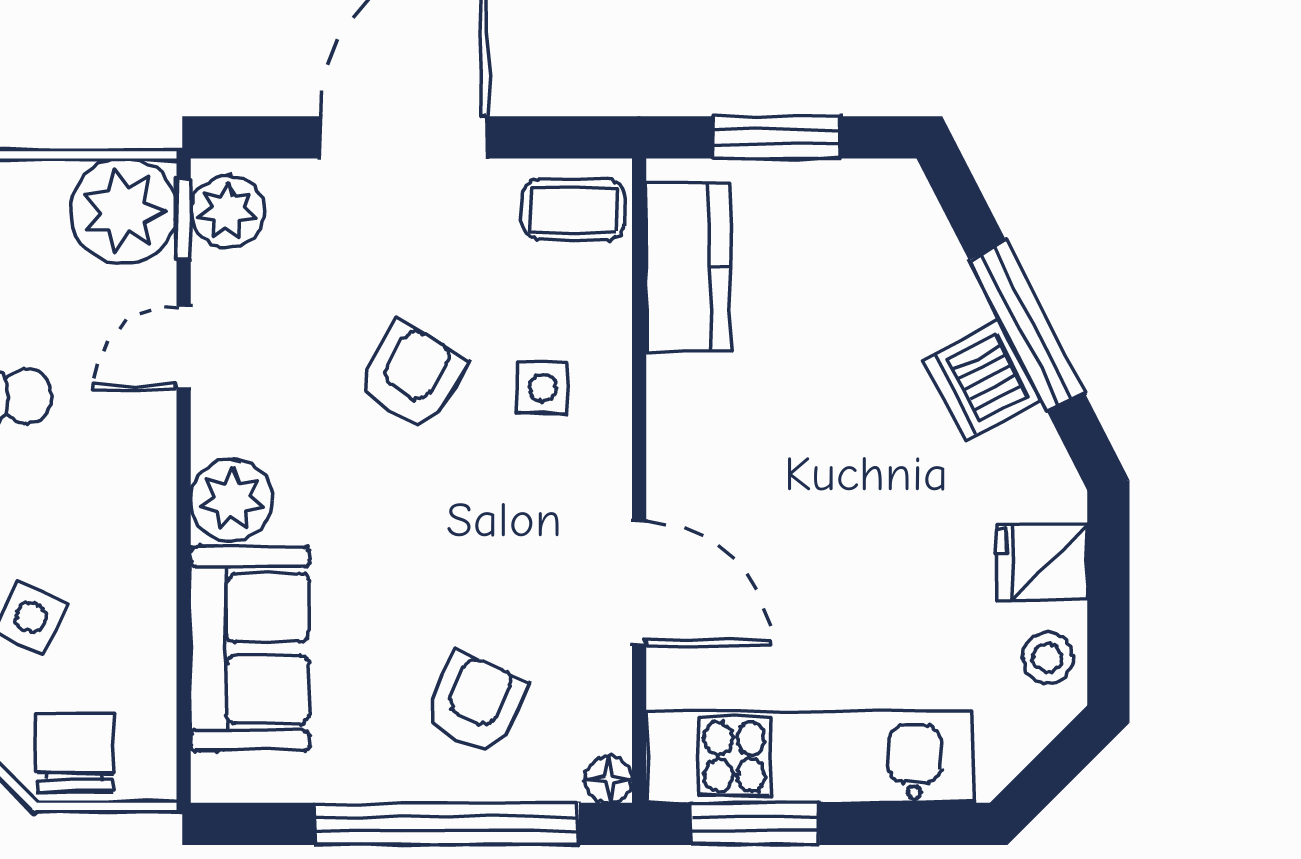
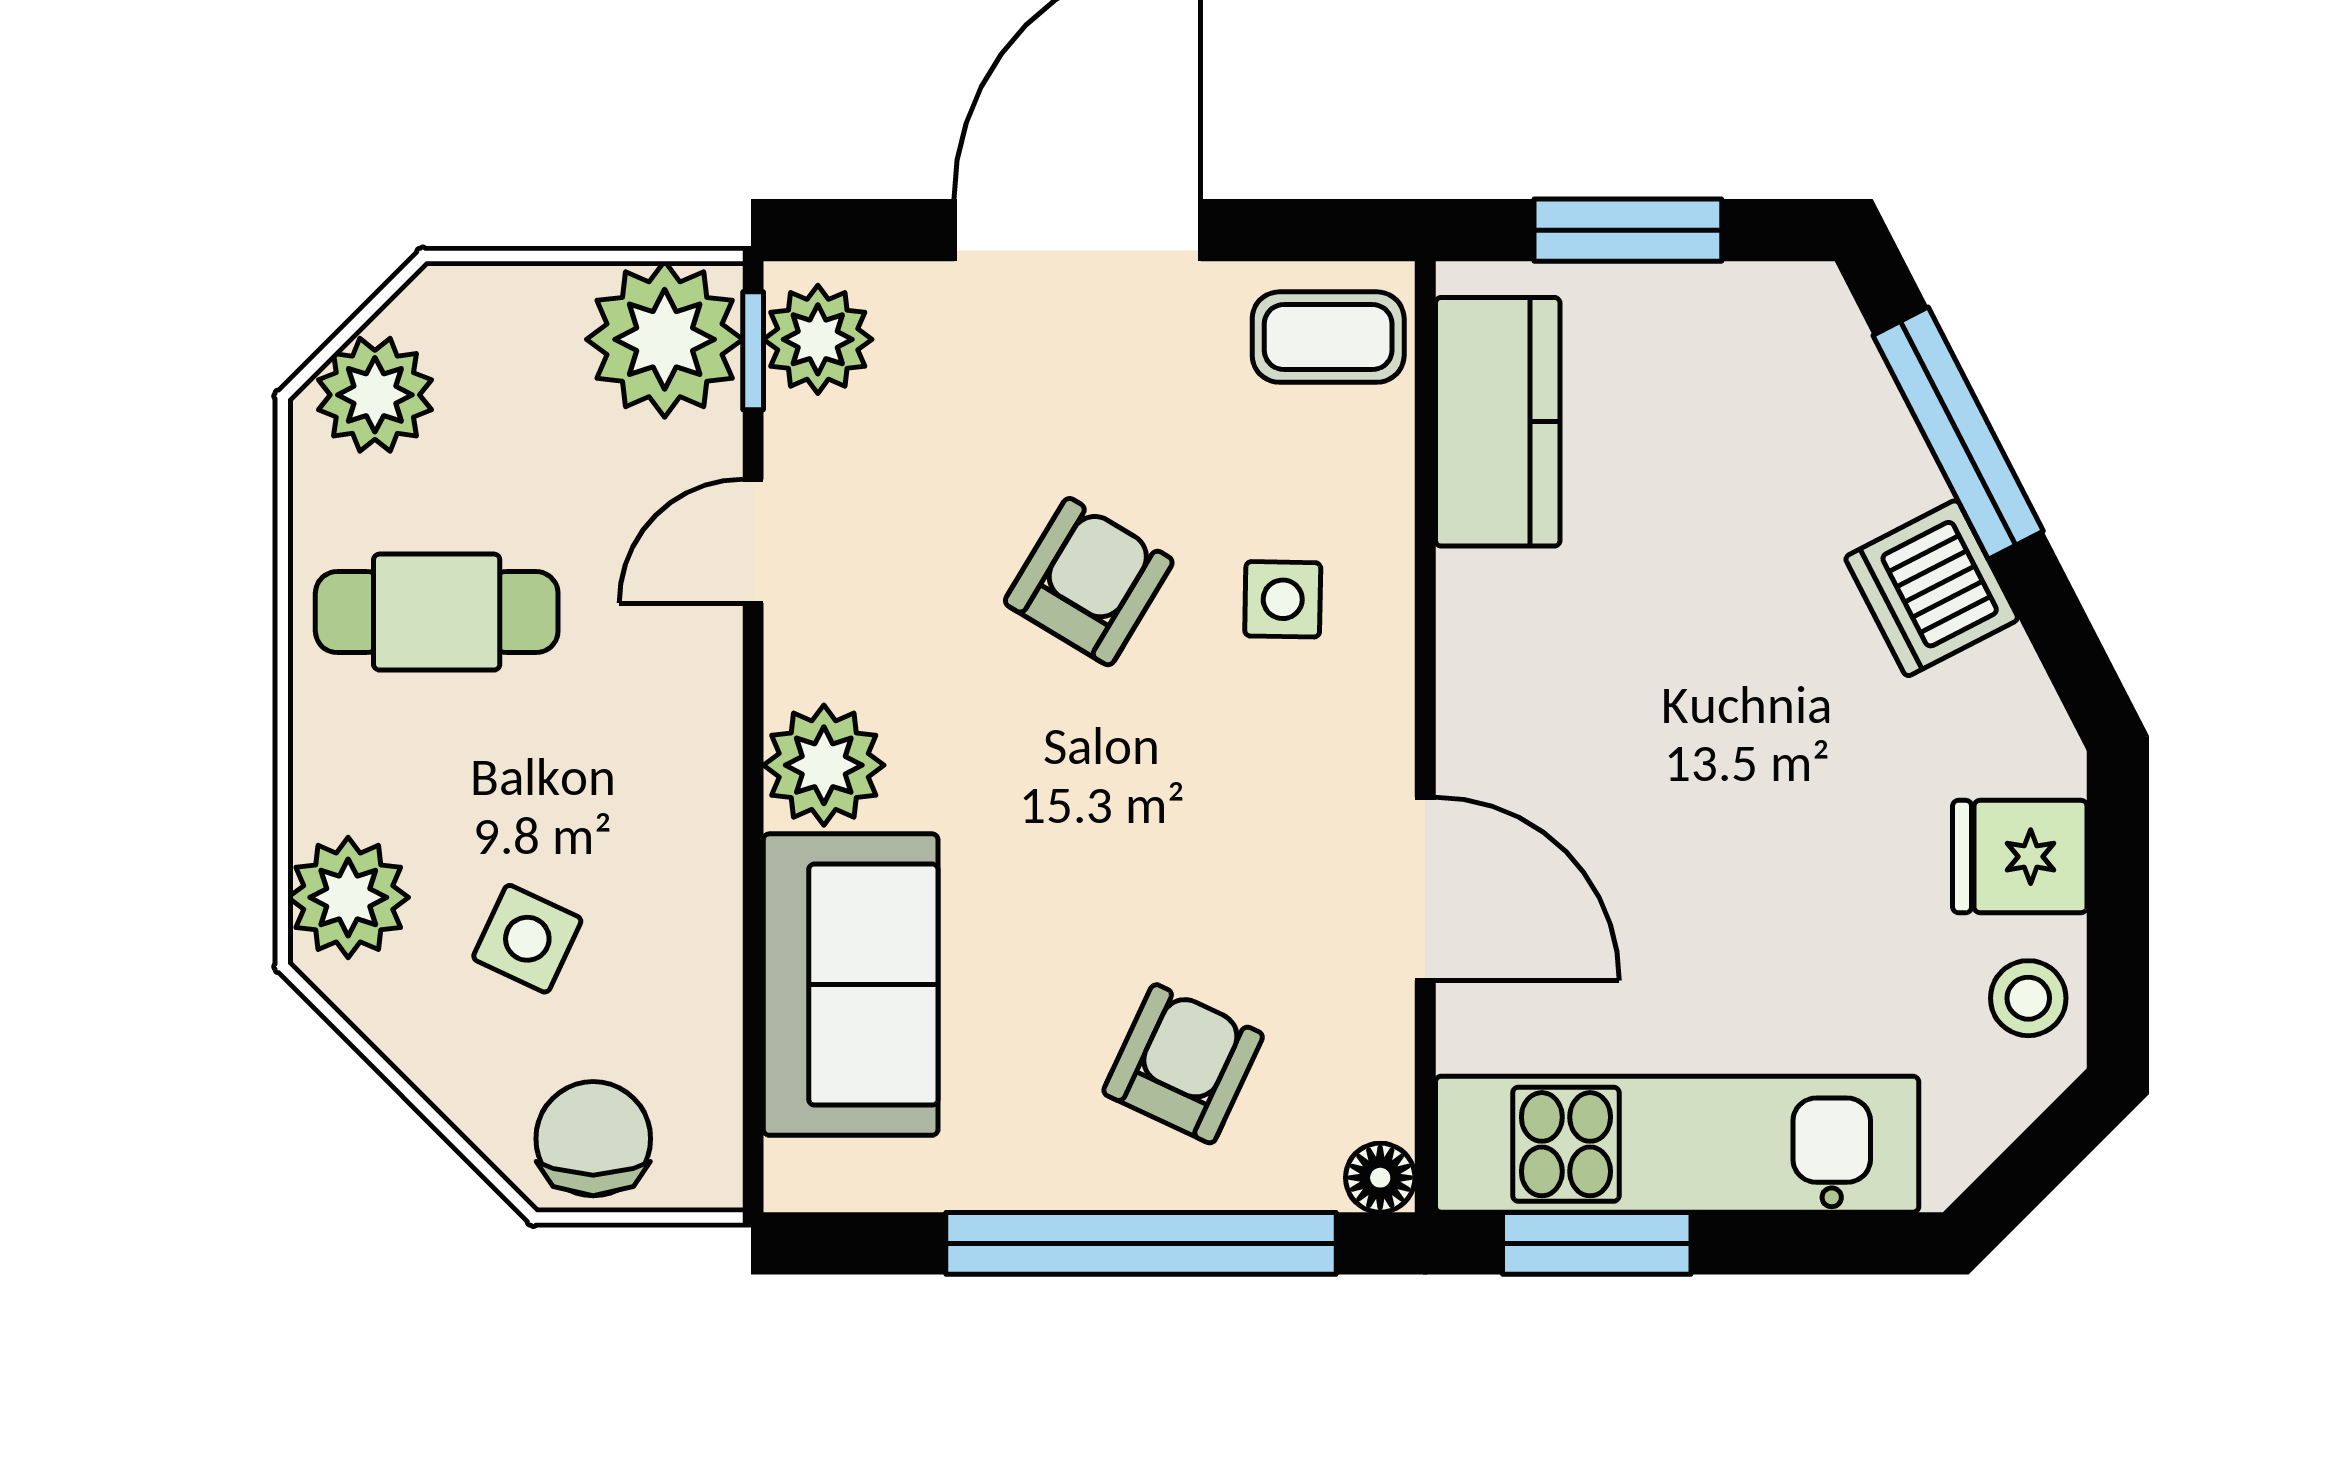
window: (1027, 327) -> (1958, 433), moved

